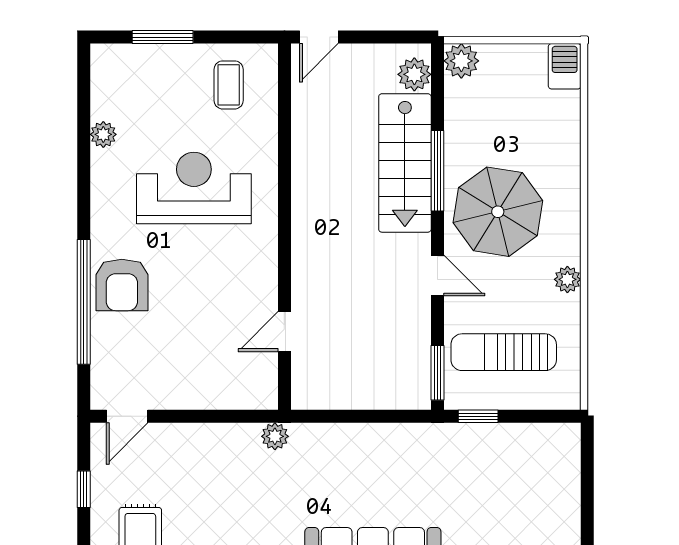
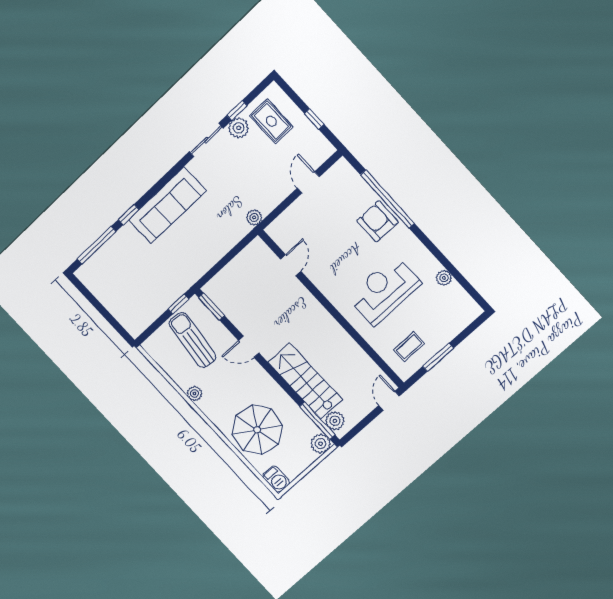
window: (163, 37) -> (438, 357), moved
coffee table: (229, 85) -> (409, 347), turned 90
window: (437, 171) -> (317, 421), moved
reception desk: (194, 188) -> (384, 290), turned 180
parasol: (498, 212) -> (257, 430), moved
sun lounger: (504, 352) -> (193, 340), turned -83
door: (127, 416) -> (308, 182), moved

